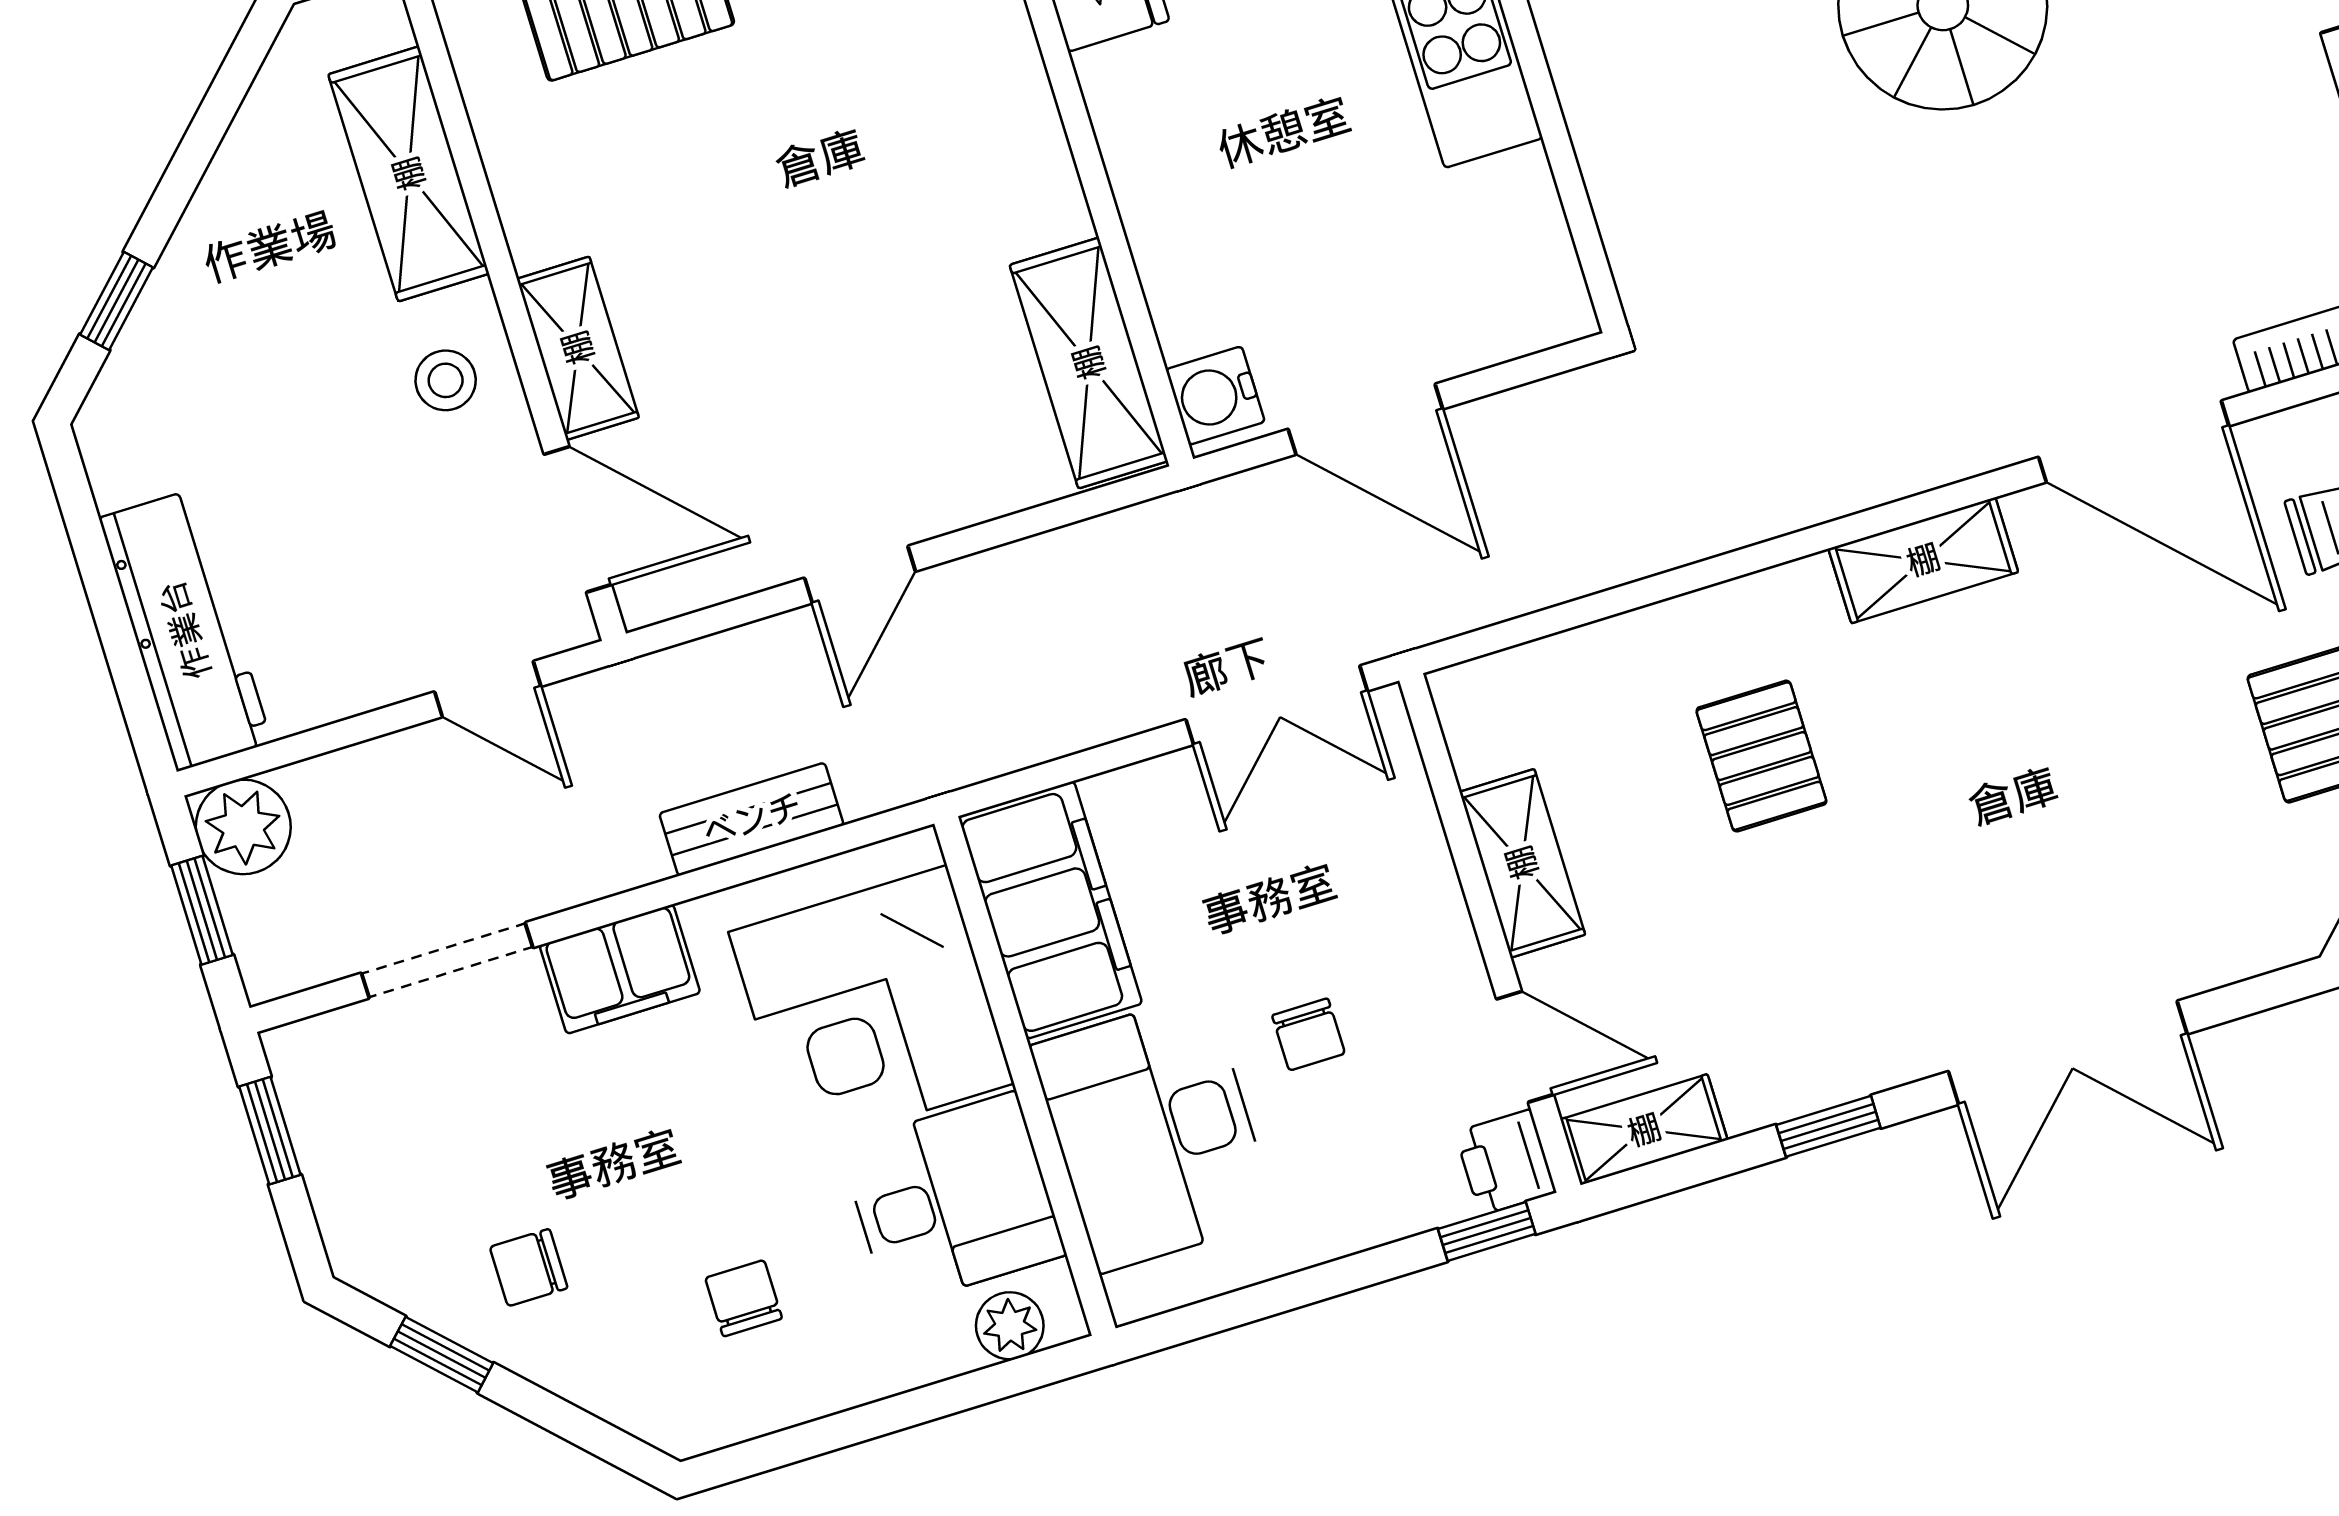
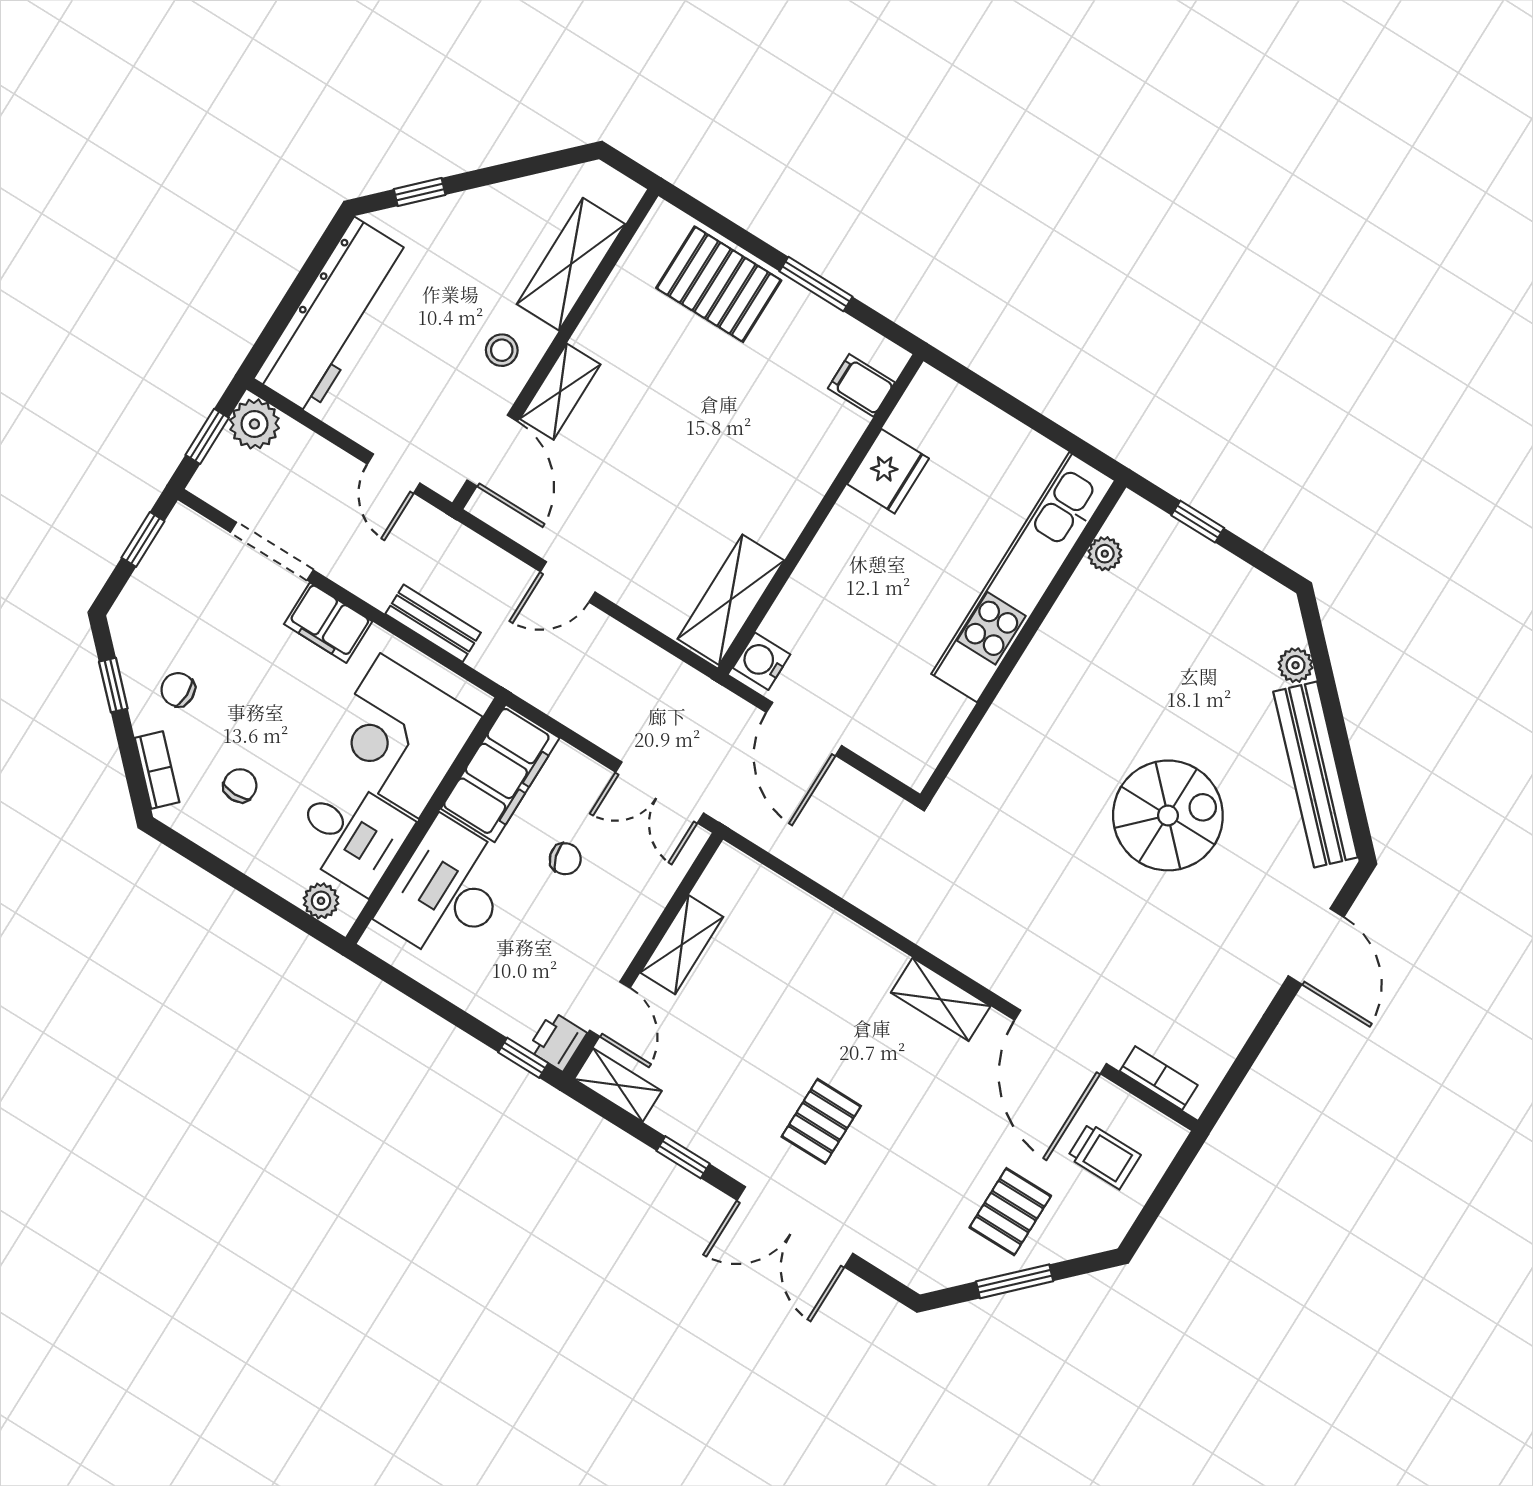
workbench: (185, 630) -> (333, 316), width x1.36, depth x1.32
pallet: (1761, 756) -> (821, 1121), moved
chair: (1309, 1034) -> (565, 859), moved, turned -106
bookcase: (618, 1398) -> (157, 770), added

